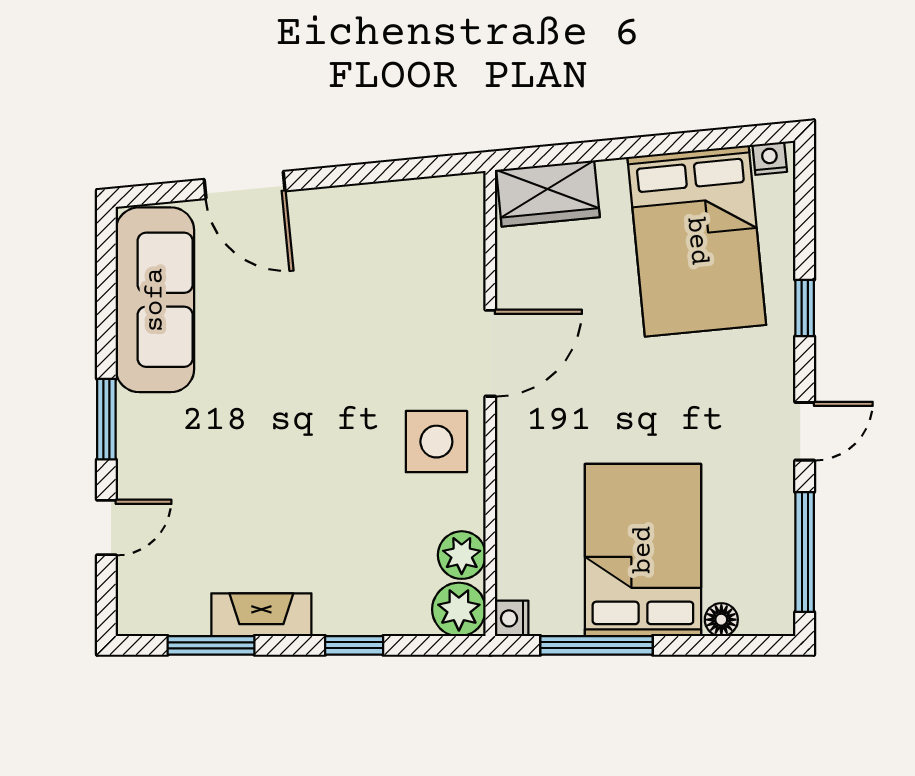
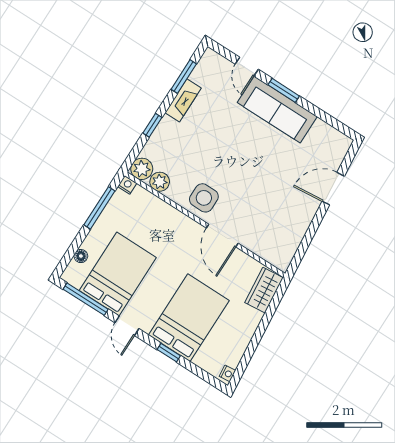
bed: (697, 241) -> (189, 318), moved, turned 96
sofa: (155, 300) -> (277, 110), moved
bed: (643, 550) -> (118, 274), moved, turned -90

